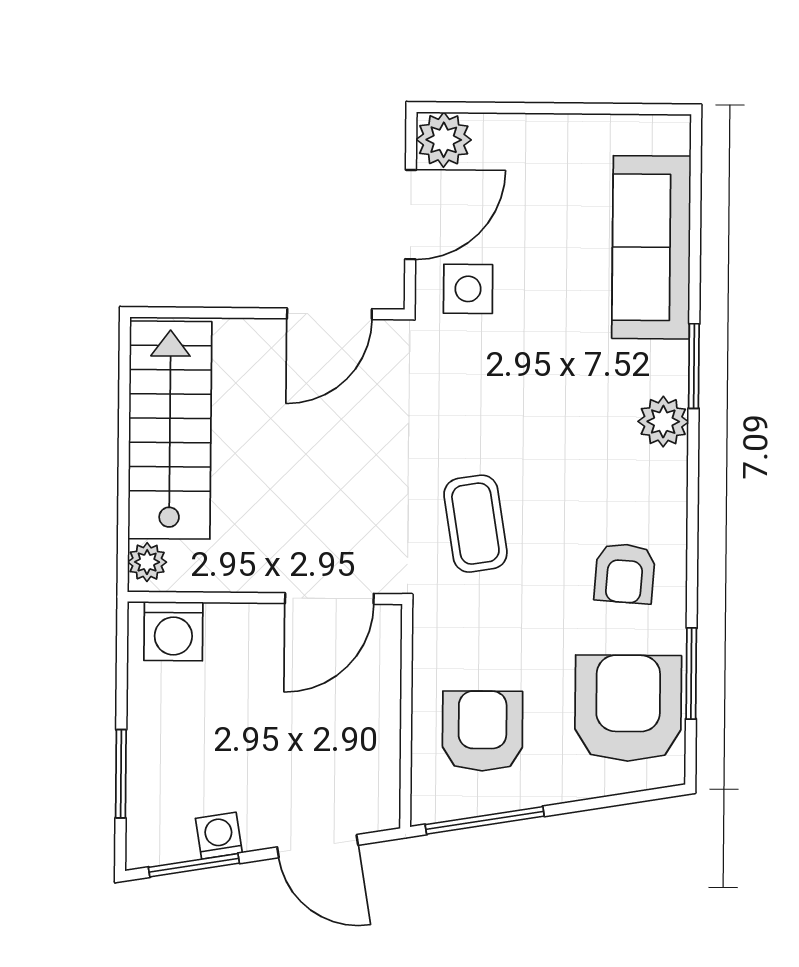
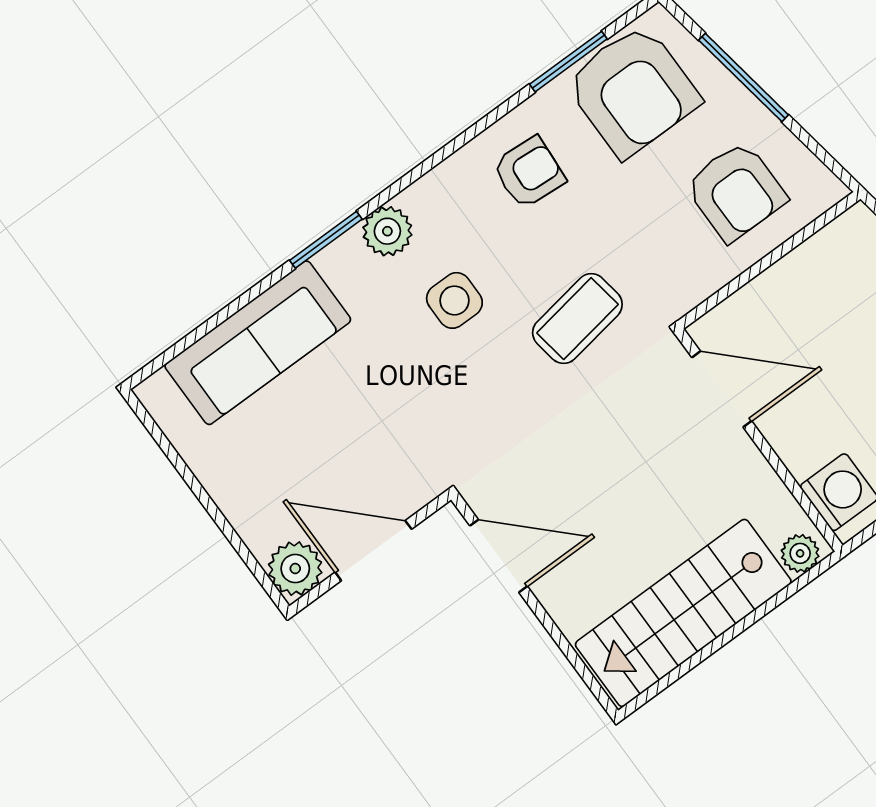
side table: (468, 289) -> (454, 300), moved
armchair: (628, 708) -> (633, 91), turned -90
armchair: (482, 731) -> (736, 191), turned -90
window: (485, 820) -> (744, 78), moved

